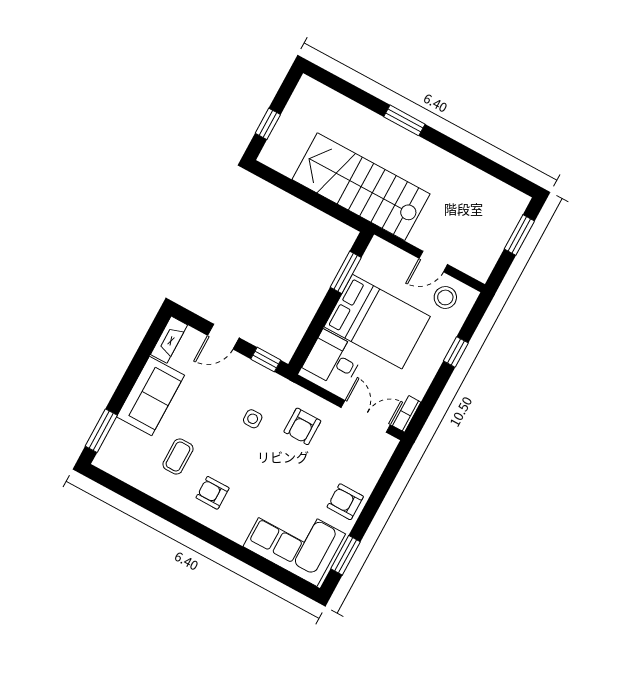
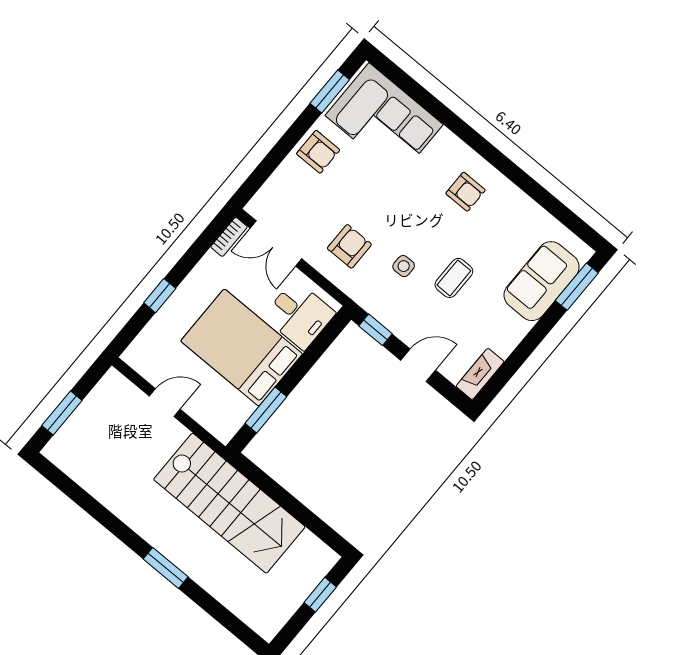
stool: (445, 297) -> (159, 359), removed
sofa: (150, 396) -> (542, 281), moved
coffee table: (178, 456) -> (454, 278), moved

